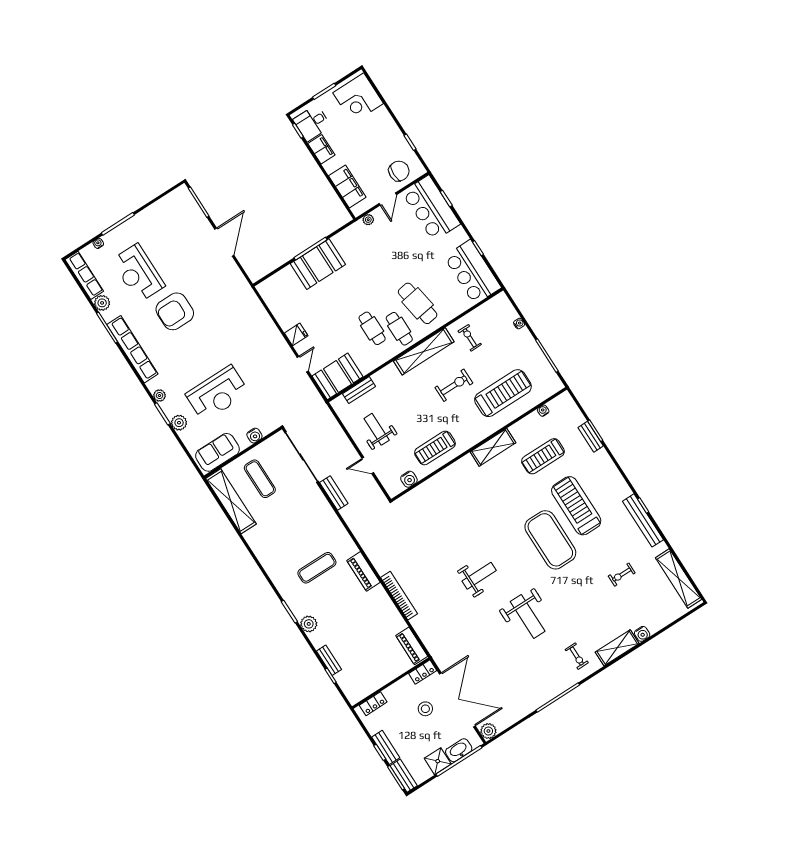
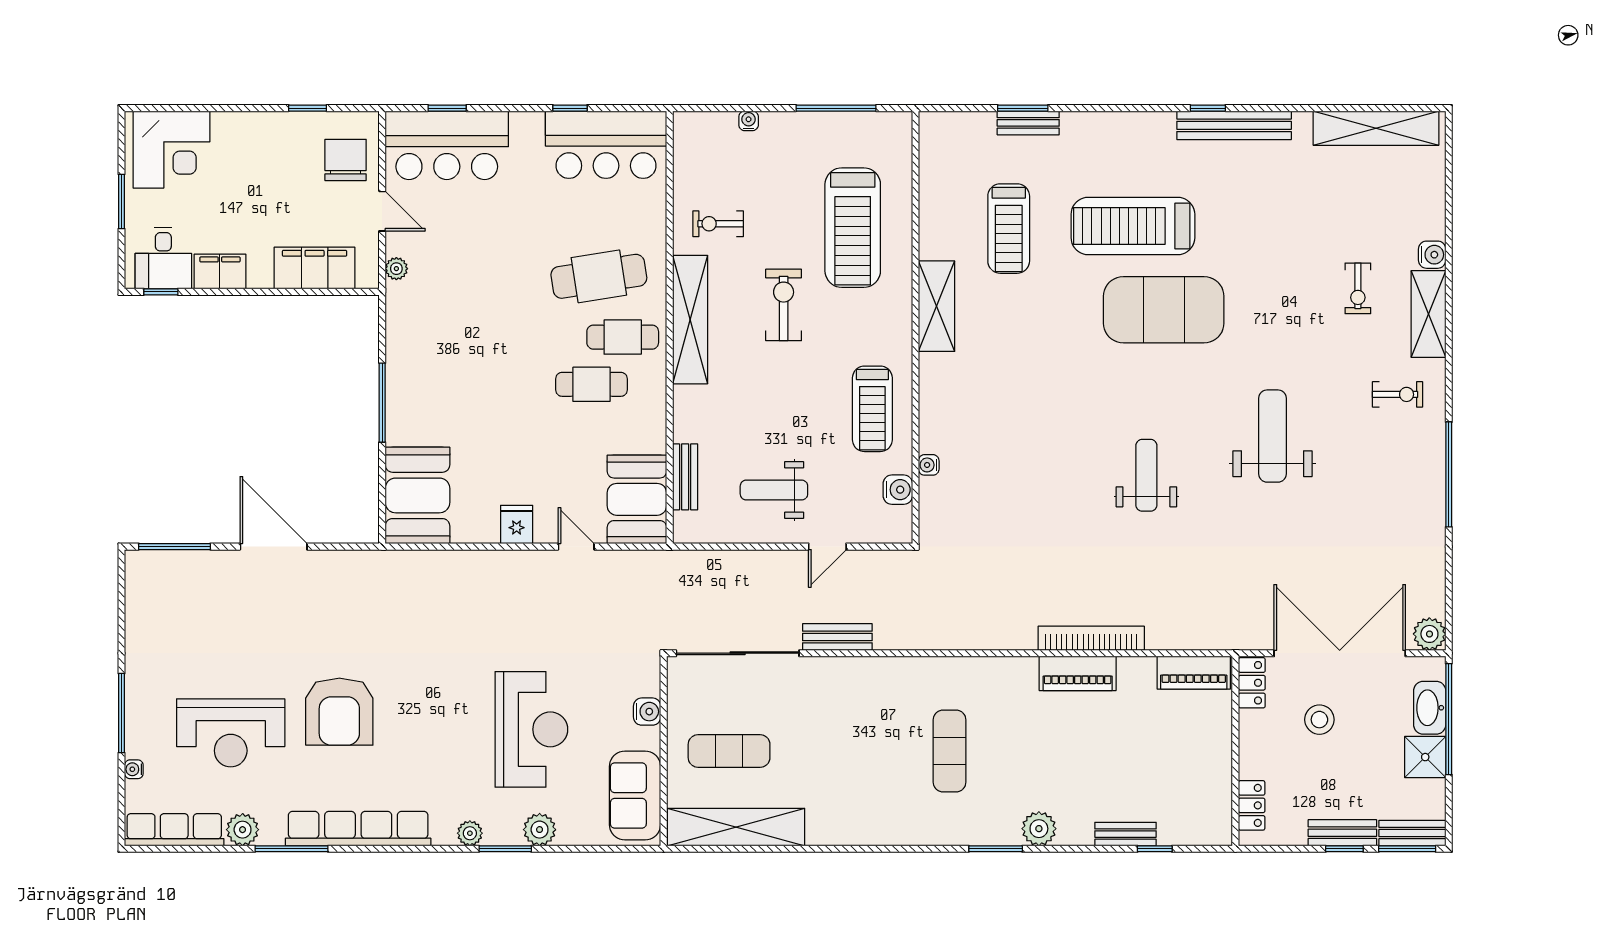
booth: (318, 264) -> (417, 495), moved
treadmill: (503, 393) -> (853, 228), turned 180
water cooler: (543, 411) -> (929, 465), moved
piano: (363, 571) -> (1078, 673), moved
exercise bike: (622, 575) -> (1358, 288), moved
weight bench: (528, 616) -> (1273, 436), turned -90

